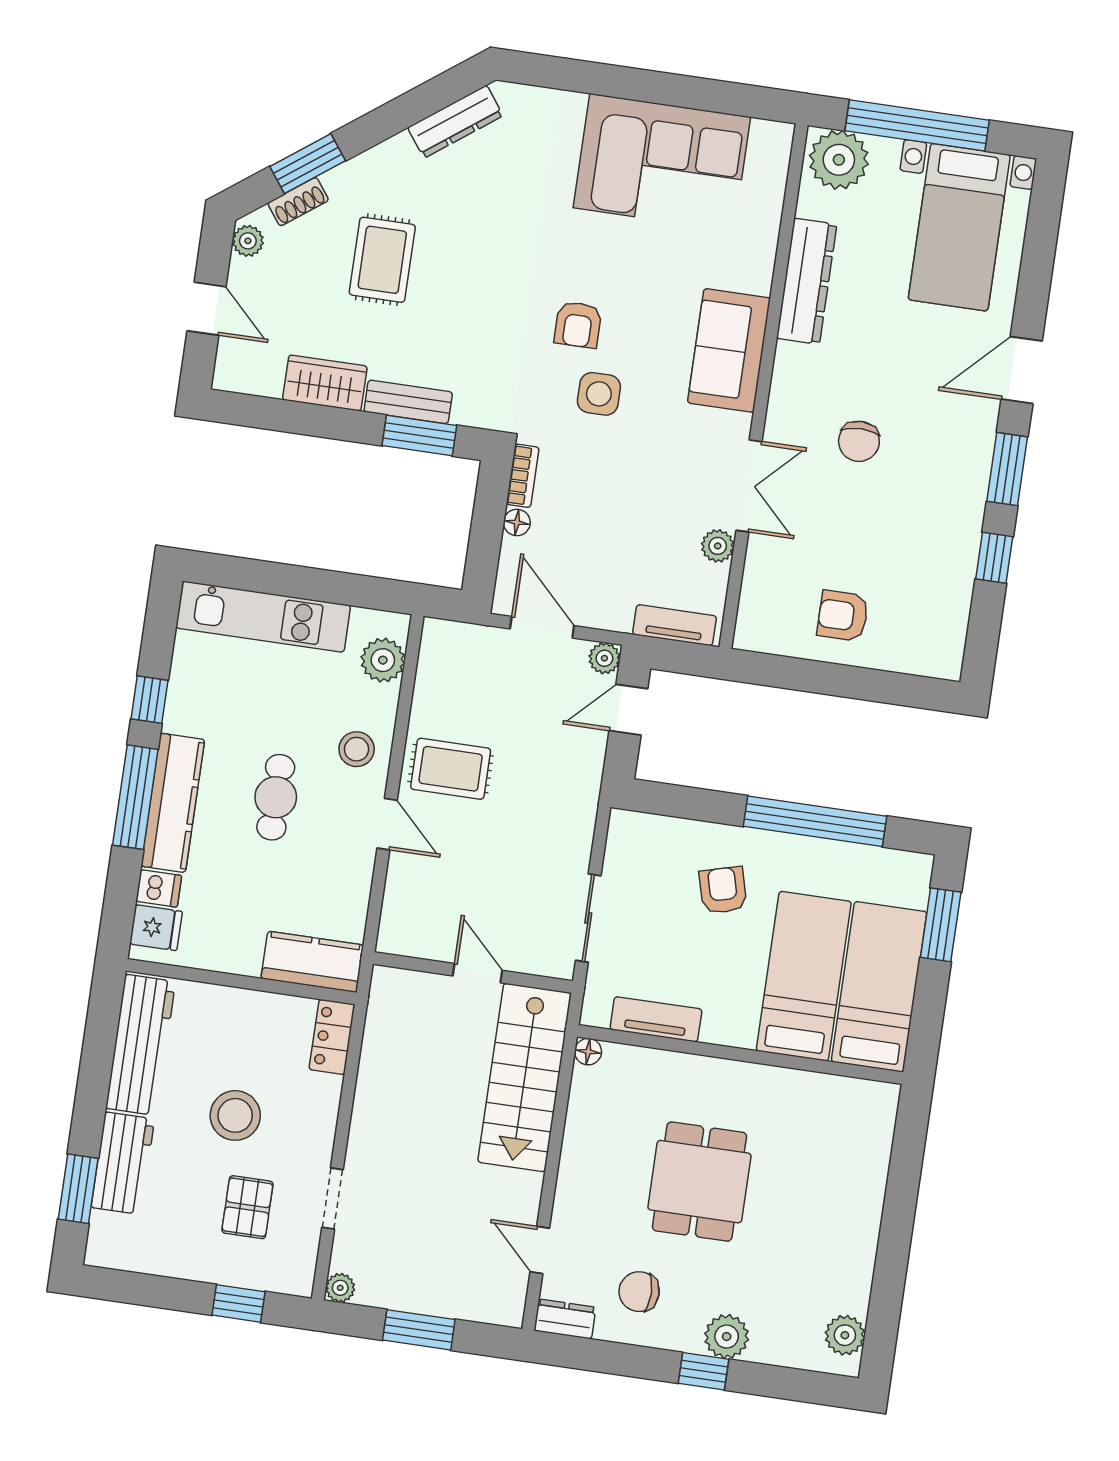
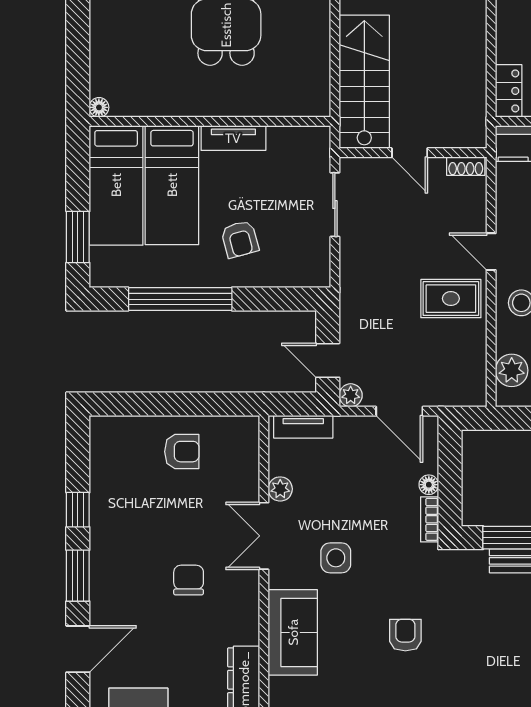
side table: (599, 394) -> (336, 558), moved
door: (628, 710) -> (328, 360), swing flipped
shoe rack: (405, 944) -> (466, 166), added
tv unit: (656, 1019) -> (233, 138), moved
floor lamp: (588, 1052) -> (99, 107), moved

